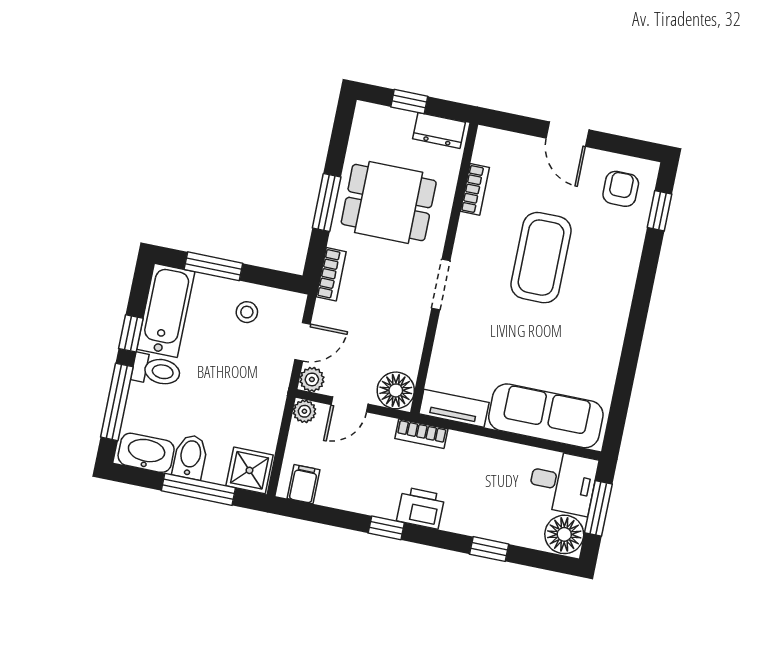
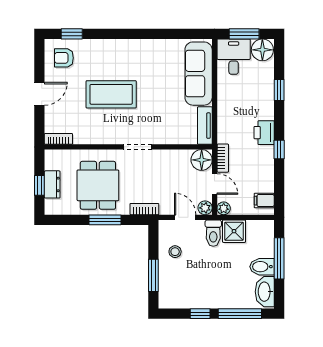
dresser: (439, 131) -> (52, 184), moved
bookcase: (475, 189) -> (58, 139), moved
bathtub: (166, 310) -> (183, 297), removed
toilet: (156, 370) -> (213, 233), moved, turned 180
bookcase: (421, 434) -> (223, 158), moved
shower: (249, 470) -> (234, 231), moved

